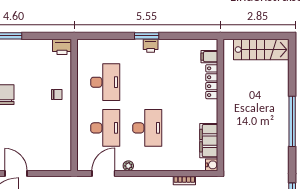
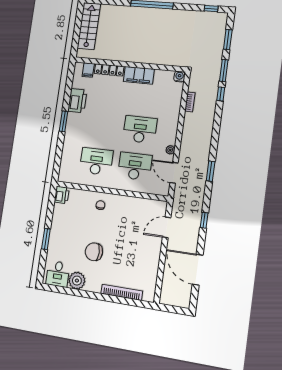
printer: (151, 46) -> (77, 101), moved, width x1.87, depth x1.48
filing cabinet: (209, 141) -> (139, 75), moved
door: (16, 174) -> (167, 227), moved

